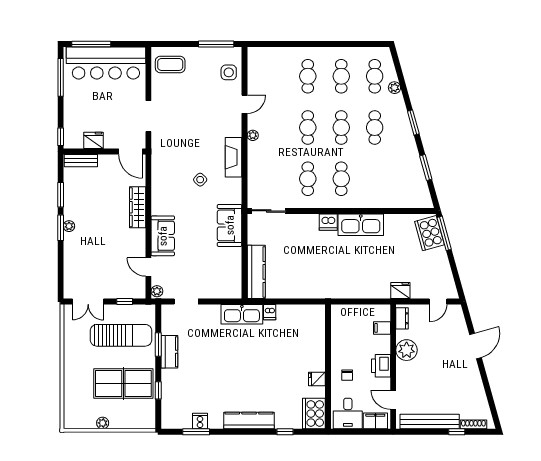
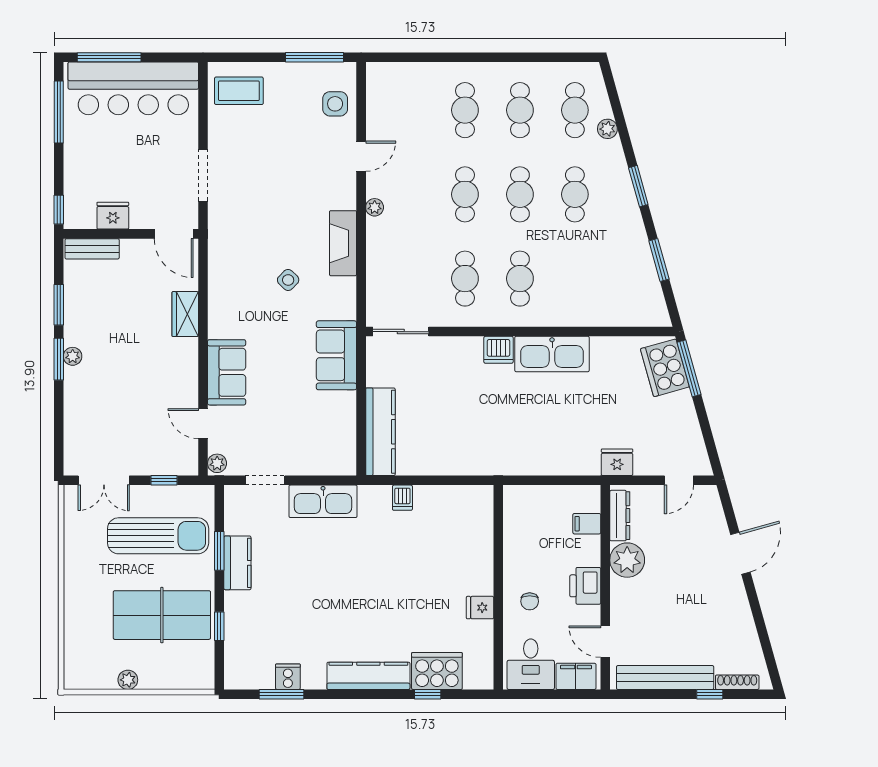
wardrobe: (138, 207) -> (185, 314), width x0.67
kitchen sink: (242, 314) -> (323, 501), moved
dresser: (402, 318) -> (620, 516), width x1.44
cooker: (314, 414) -> (437, 671), moved, turned 90

